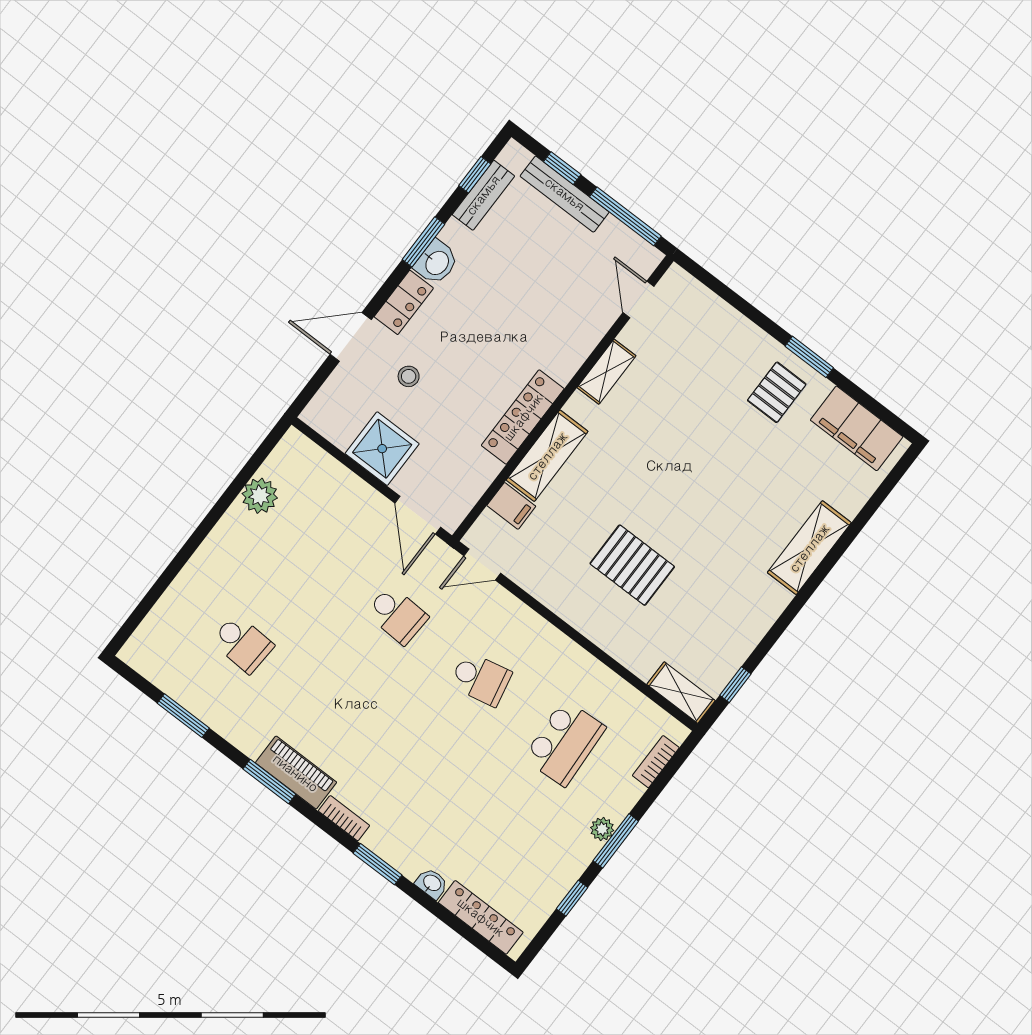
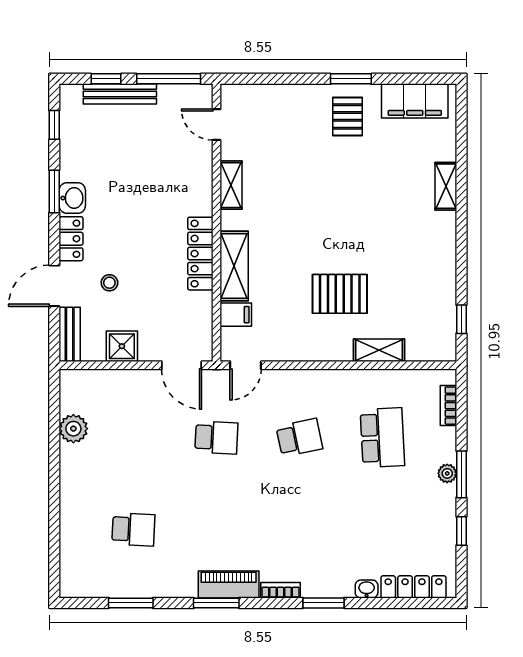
bench: (483, 195) -> (70, 334), moved
shower: (382, 449) -> (122, 346), width x0.73, depth x0.73
shelving: (809, 548) -> (446, 186), width x0.67, depth x0.75
shelving: (681, 693) -> (379, 350), moved

